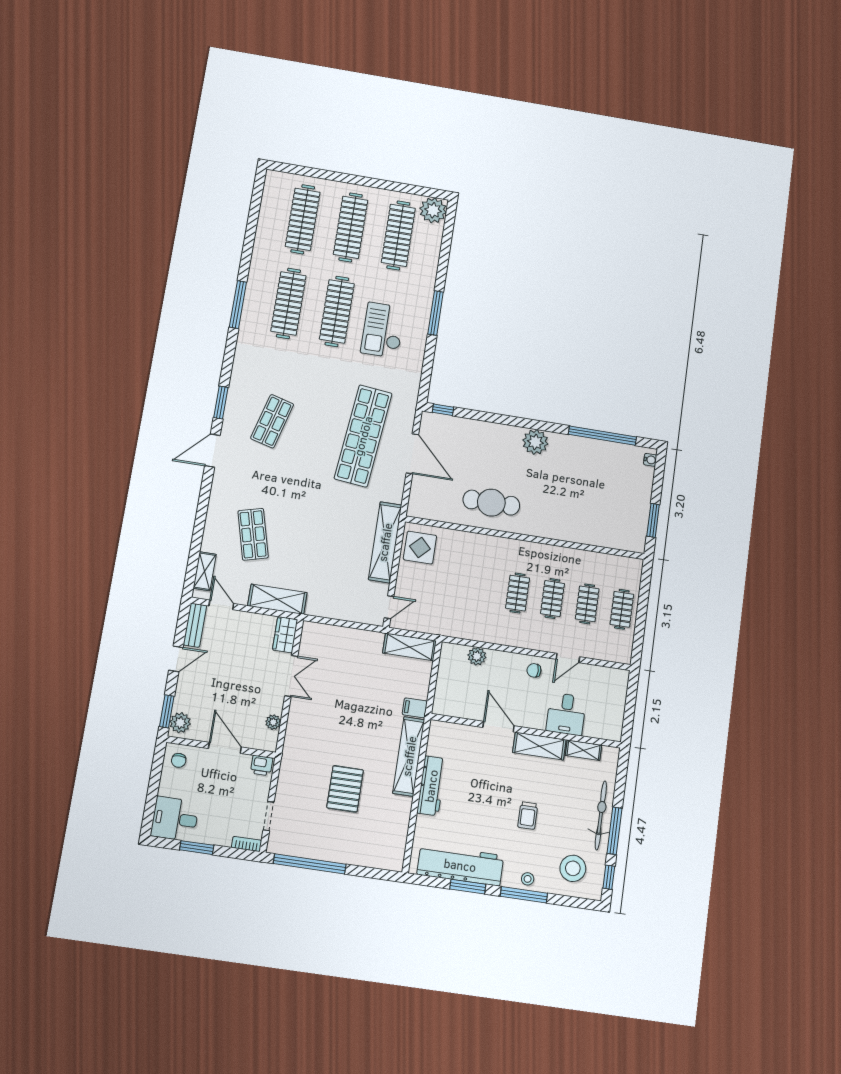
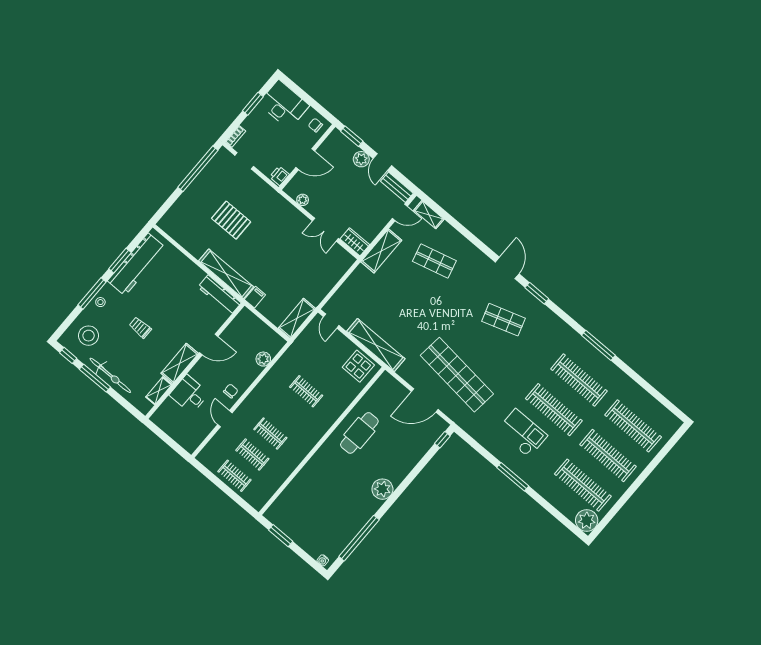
shop shelf: (272, 421) -> (504, 320), turned -33
clothes rail: (518, 593) -> (306, 391), moved
plant: (180, 723) -> (361, 159), moved
workbench: (431, 786) -> (219, 295), moved
desk: (175, 819) -> (284, 104), width x1.37

